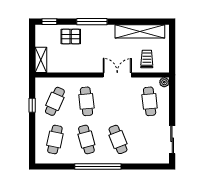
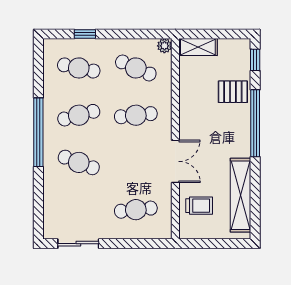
window: (92, 22) -> (255, 123), width x1.46
pallet: (71, 37) -> (233, 92), turned 90
plant: (164, 82) -> (164, 46), moved
window: (32, 105) -> (85, 34), moved
cafe table: (118, 139) -> (79, 162), turned 42

